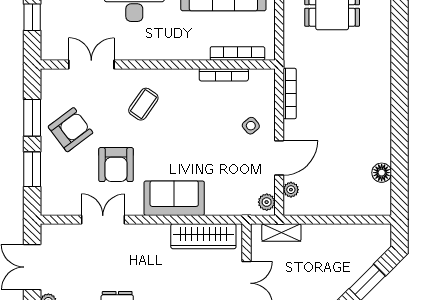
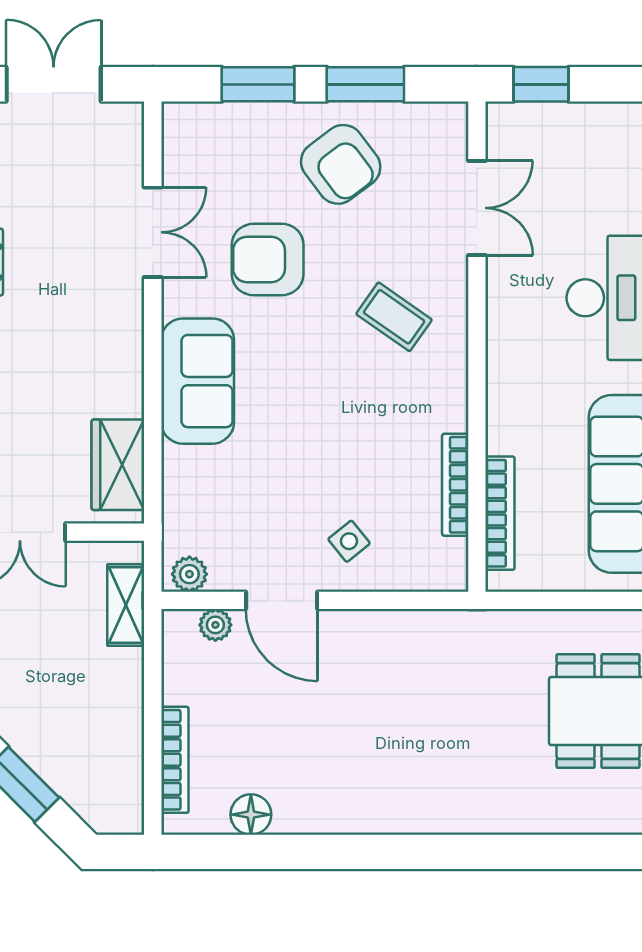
window: (32, 17) -> (541, 84), moved
bookcase: (290, 94) -> (175, 760), moved, turned -90
wardrobe: (203, 236) -> (118, 465), width x0.67

